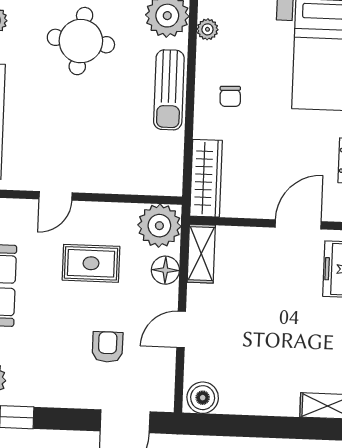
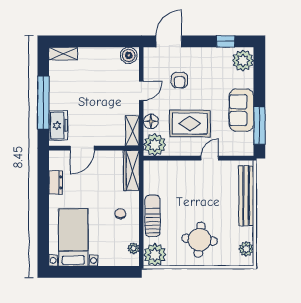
rug: (91, 263) -> (190, 124), width x1.36, depth x1.43

